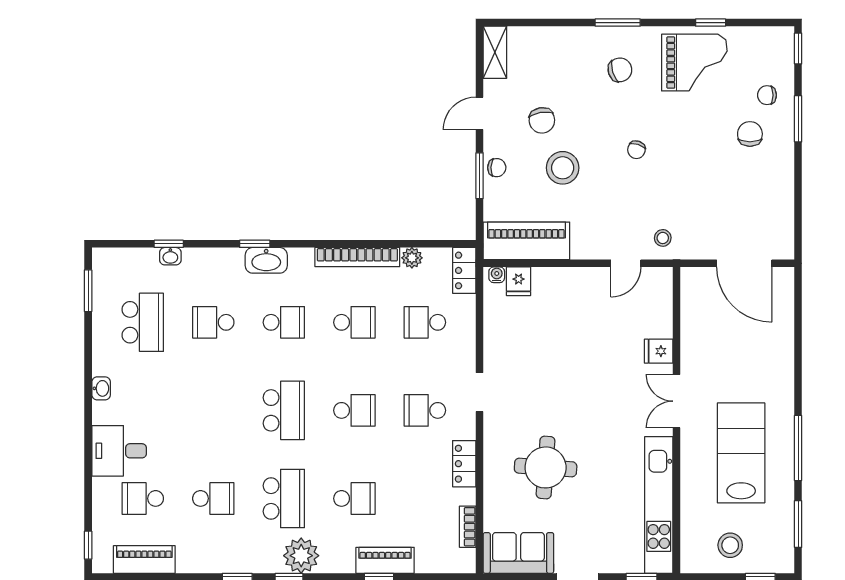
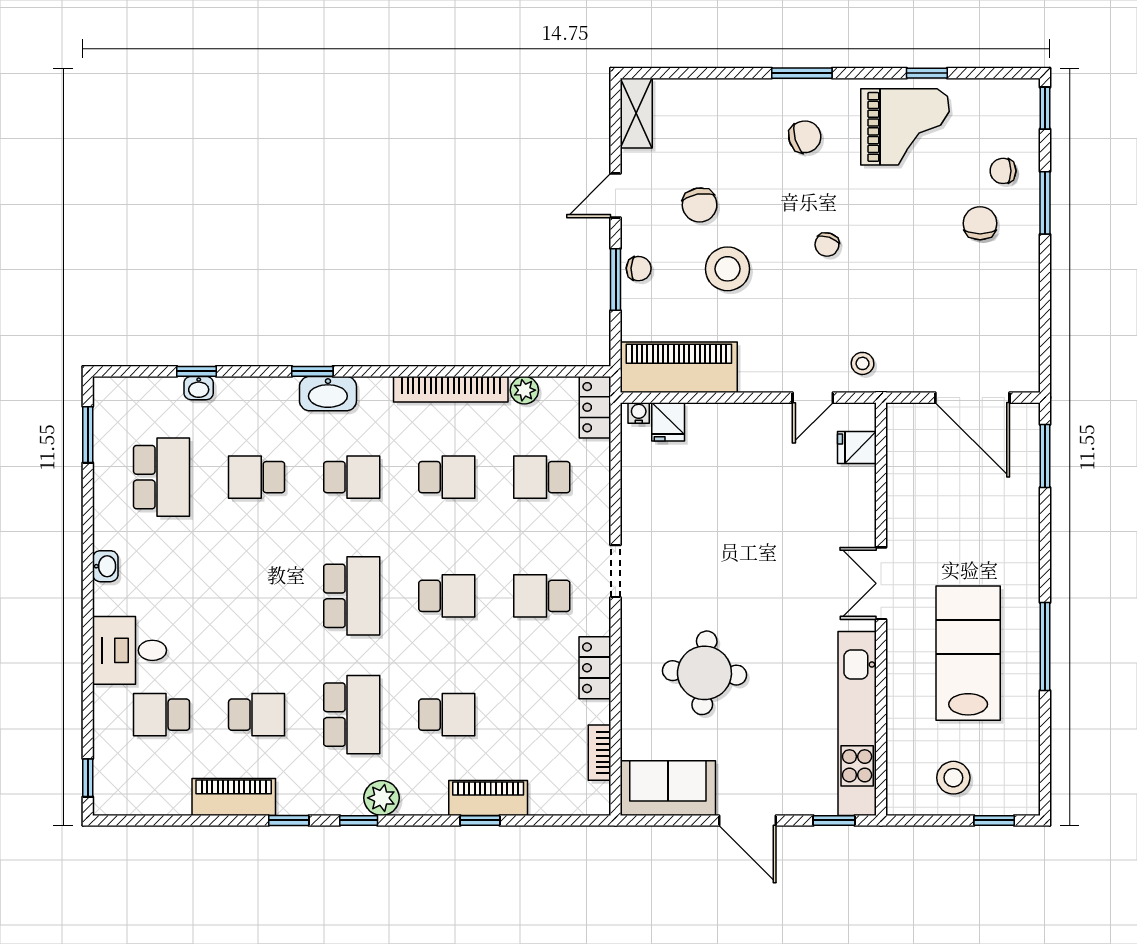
fridge: (659, 351) -> (857, 447), moved
window: (798, 524) -> (1045, 456), moved
plant: (301, 556) -> (382, 798), width x0.73, depth x0.73
piano: (144, 559) -> (234, 797), moved

